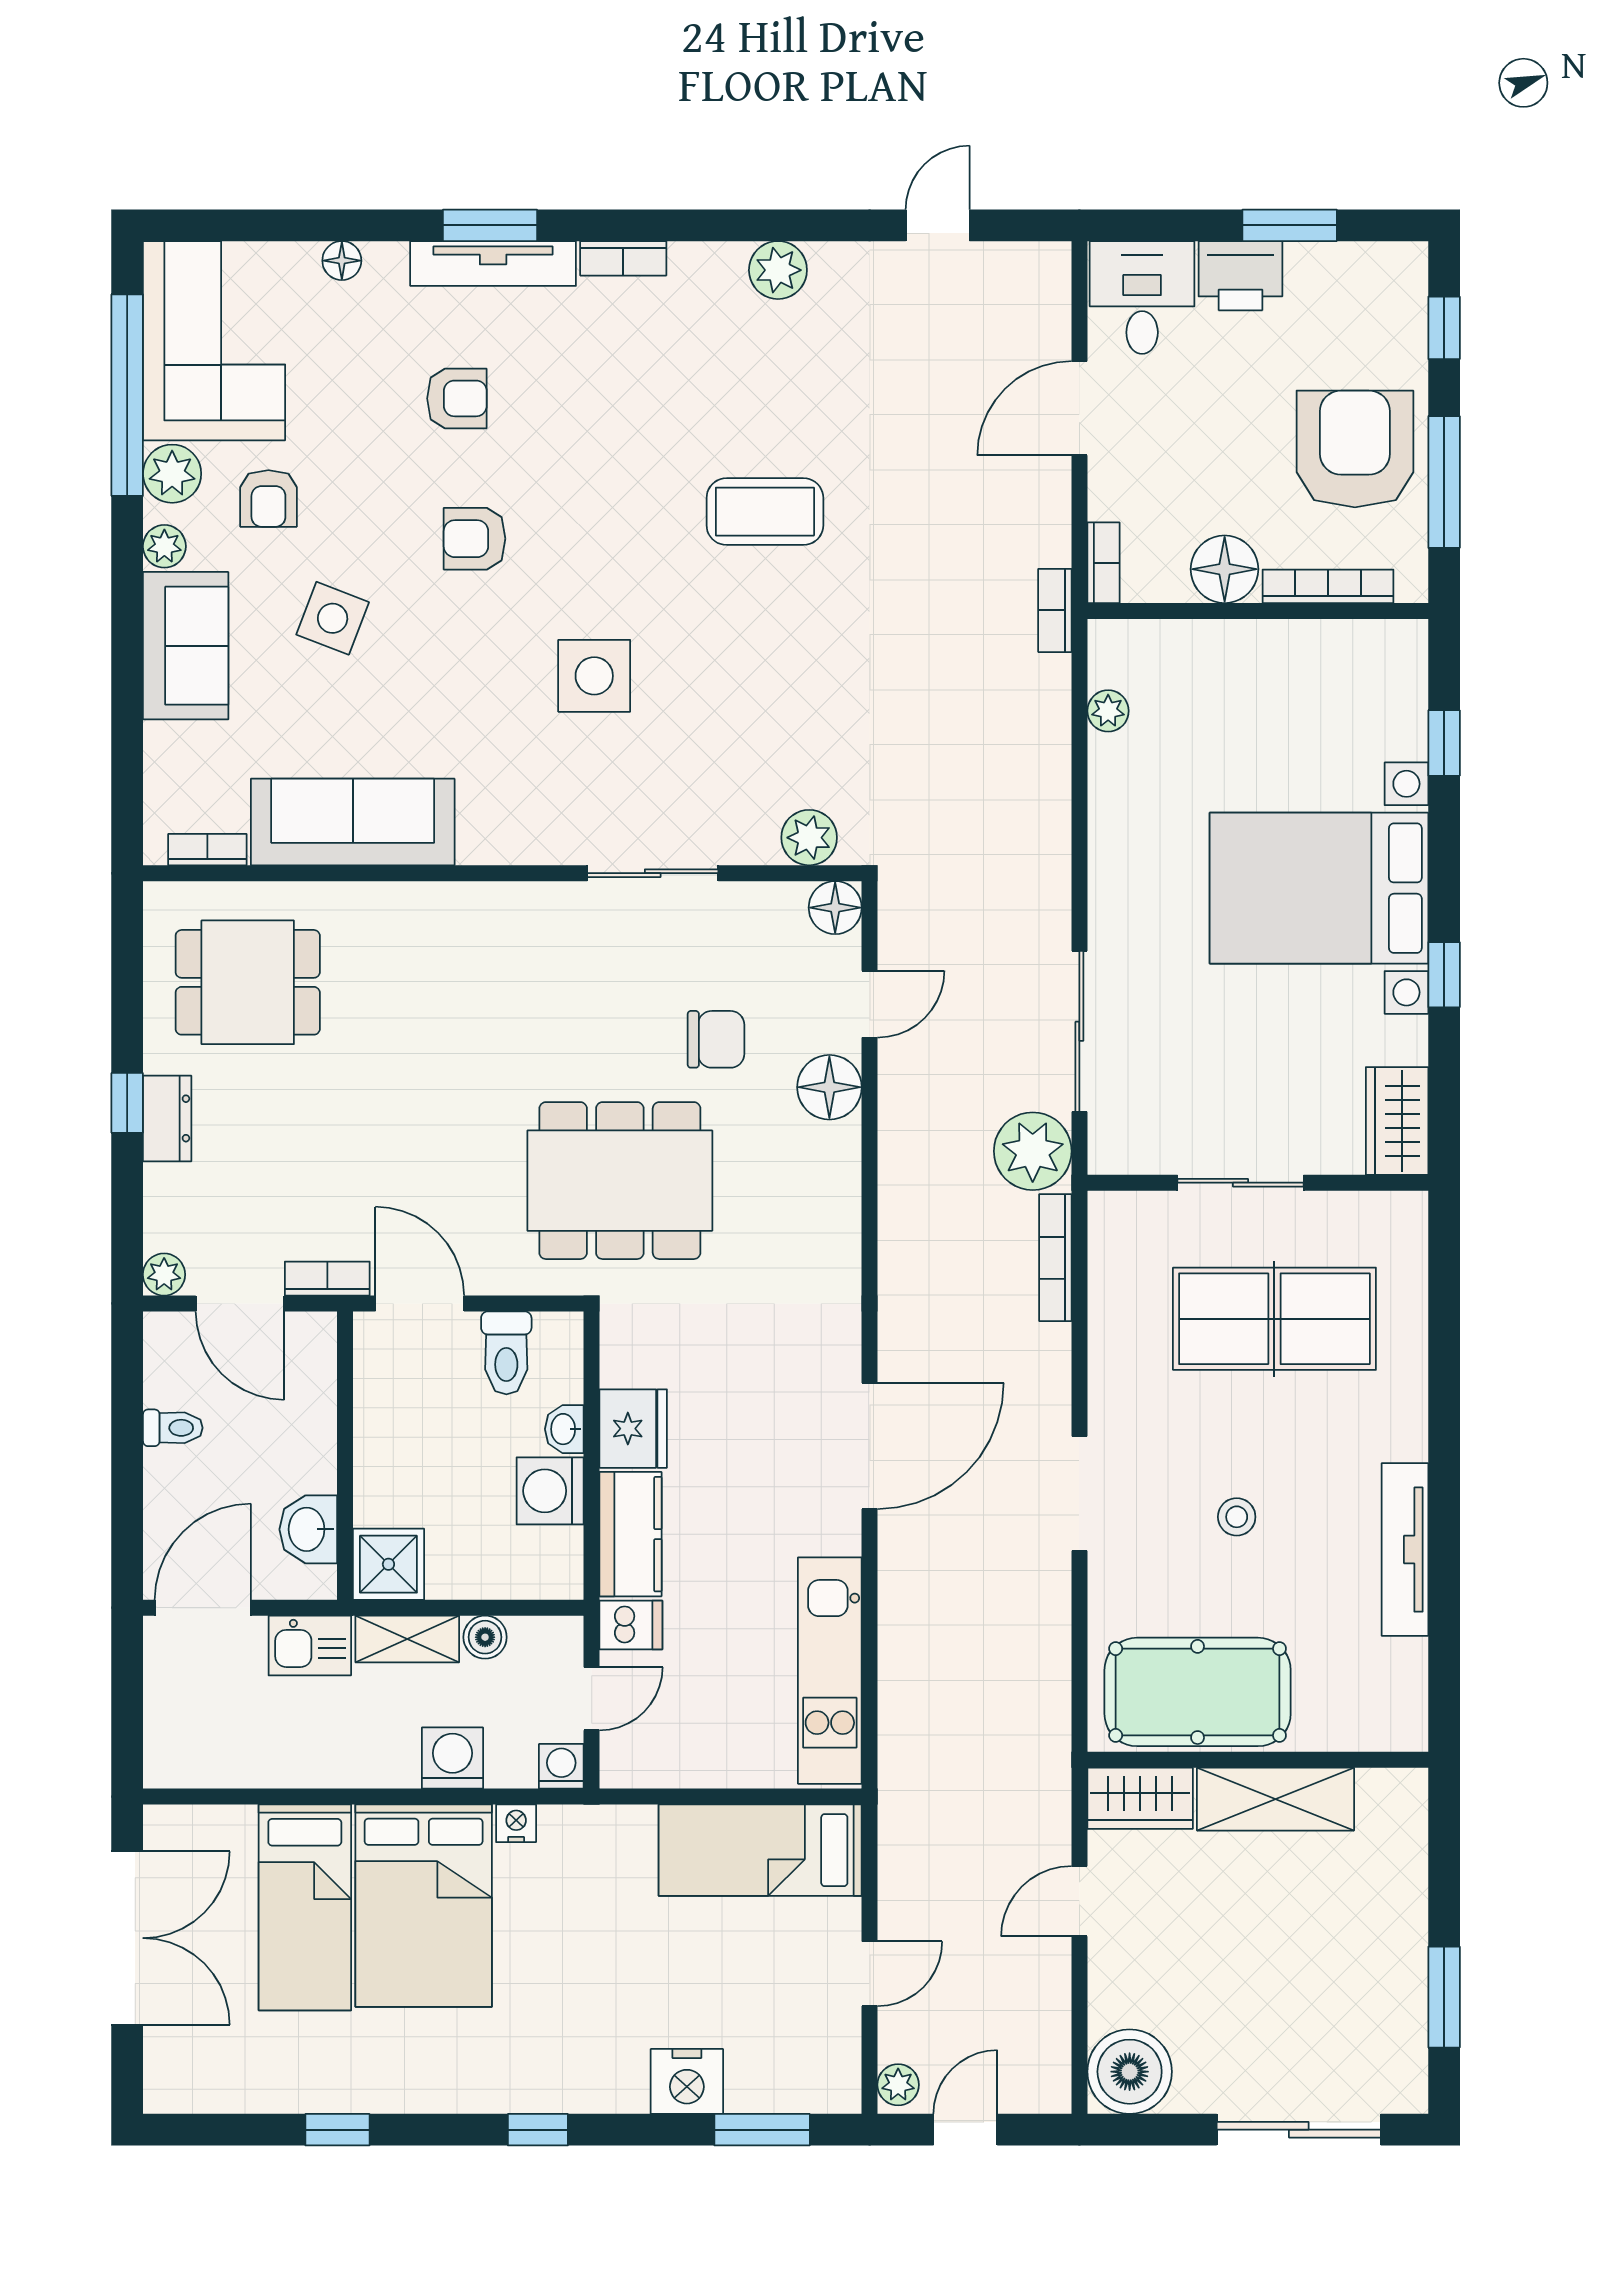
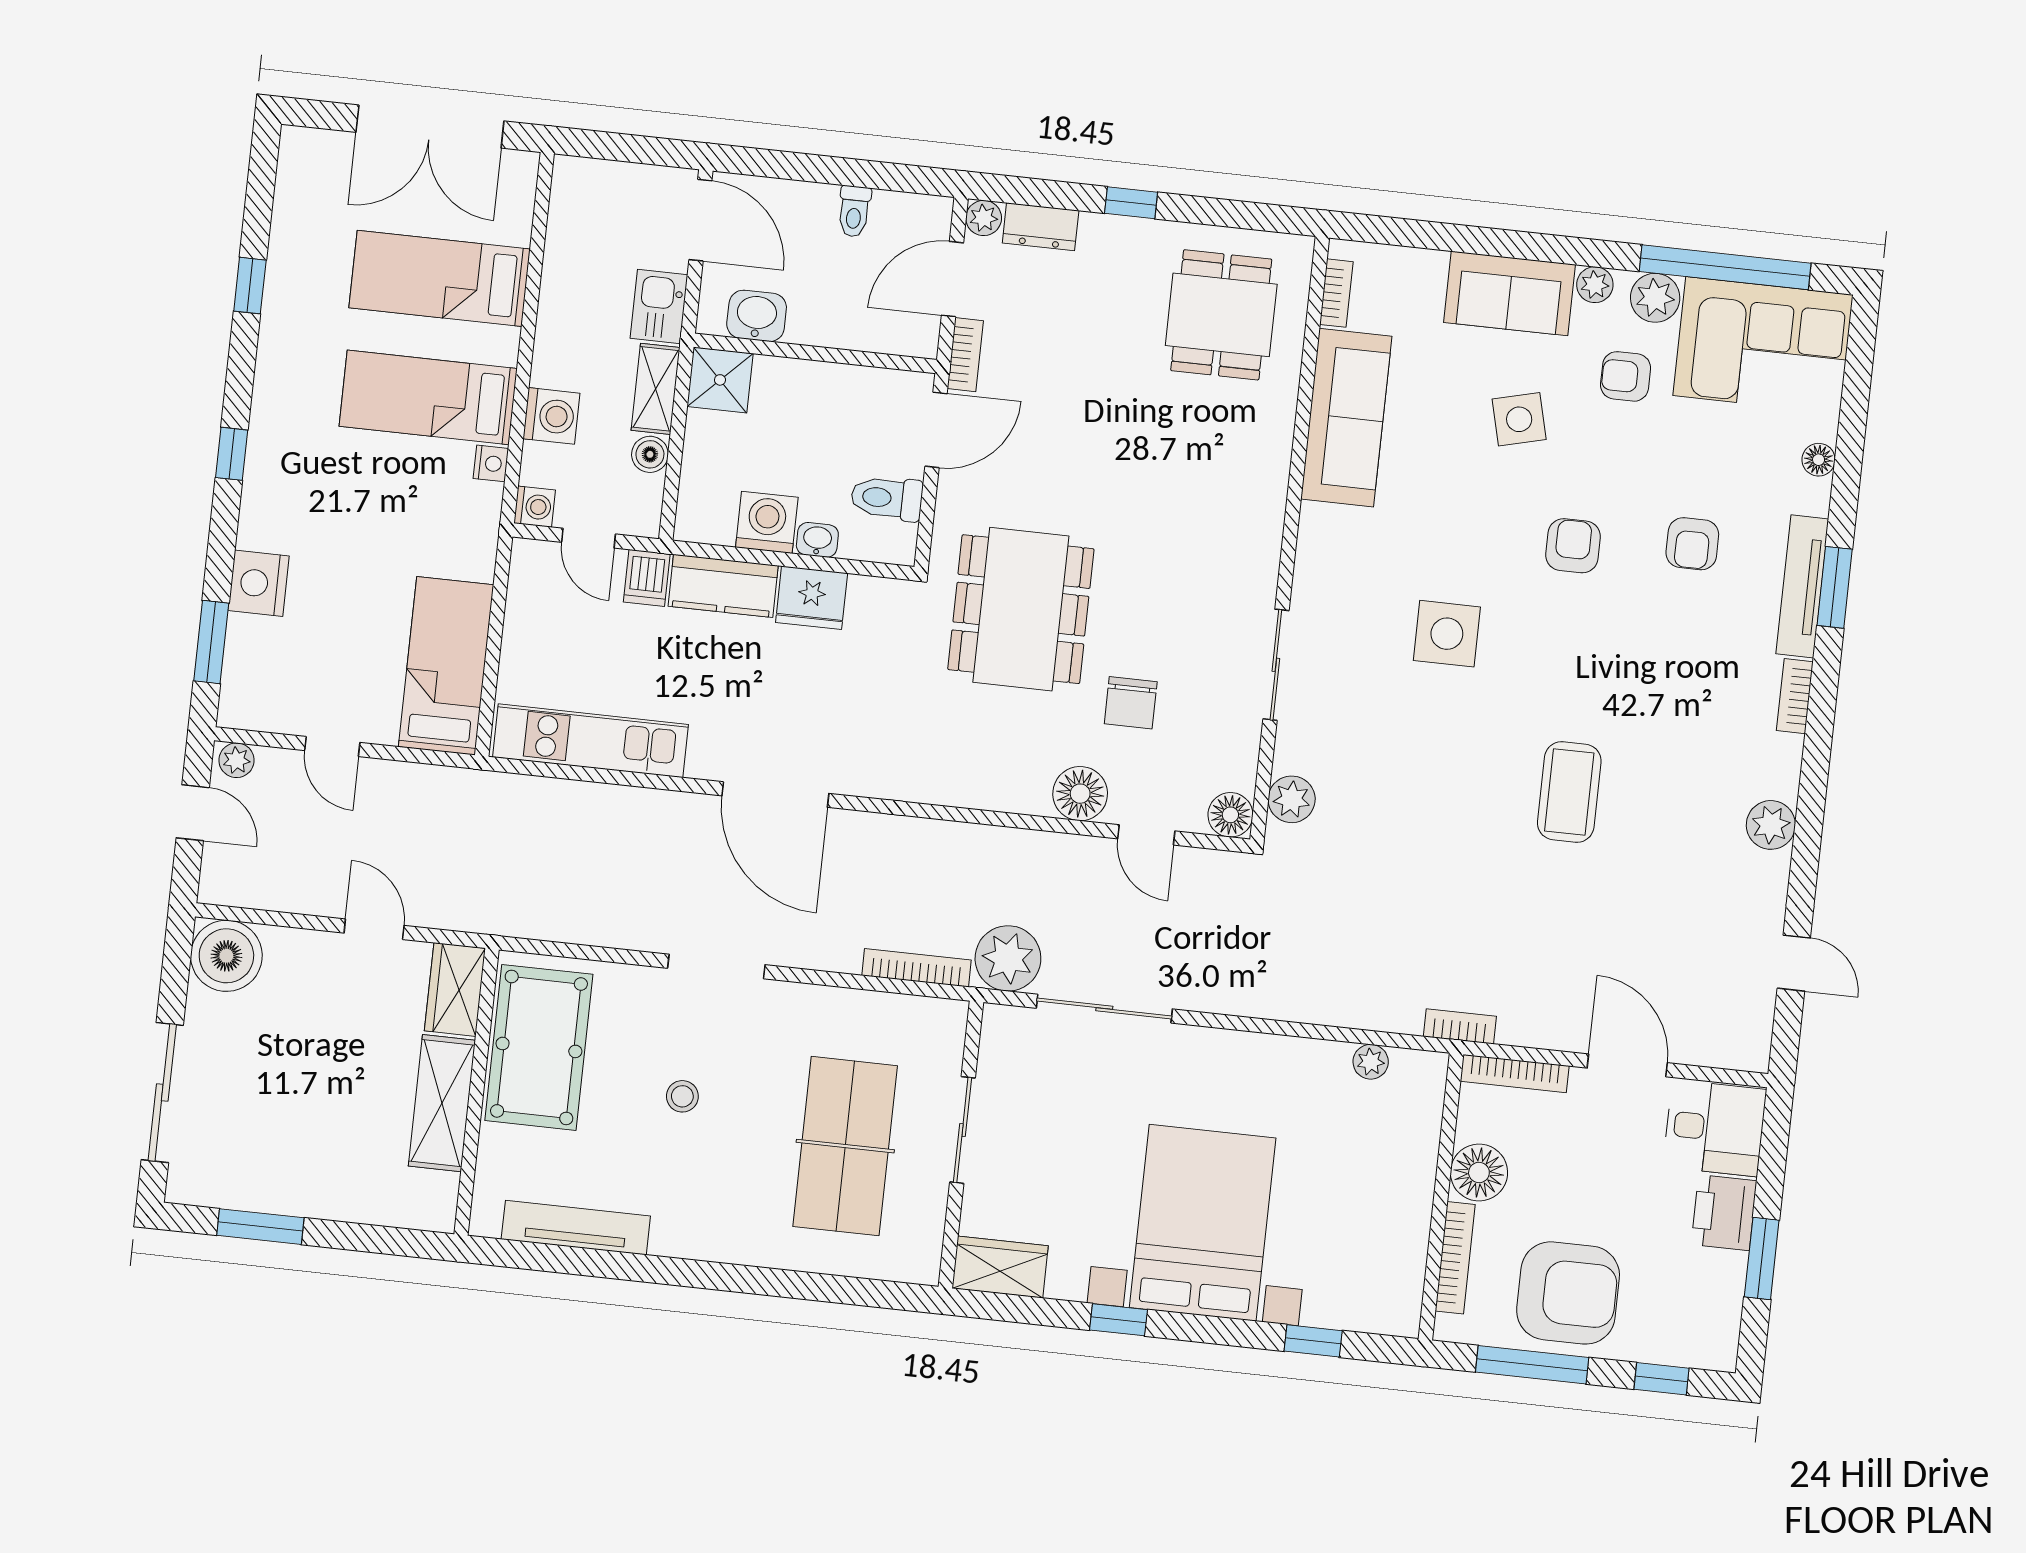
bookcase: (1103, 563) -> (1515, 1074), width x1.56
side table: (333, 618) -> (1519, 419), turned -35
dresser: (167, 1118) -> (1041, 227), moved
tv unit: (1405, 1550) -> (576, 1228), moved
bed: (424, 1906) -> (428, 397), width x0.67

